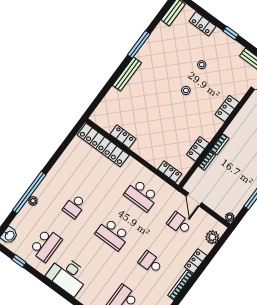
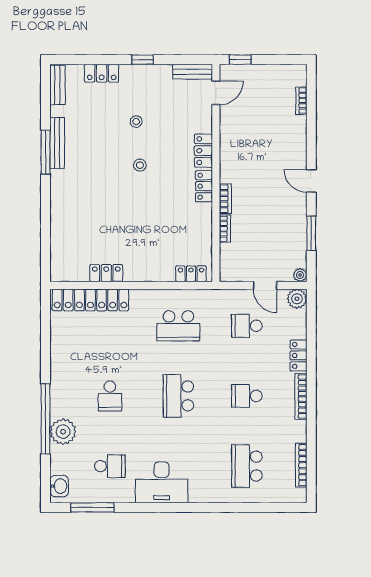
bench: (127, 74) -> (57, 143), moved
locker: (198, 149) -> (204, 186), moved
door: (194, 200) -> (265, 285), moved
plant: (33, 201) -> (63, 432), width x1.88, depth x1.88
school desk: (113, 234) -> (178, 396), turned 90
plant: (212, 237) -> (297, 299), moved
school desk: (46, 245) -> (110, 466), width x0.54
window: (19, 261) -> (92, 507), width x2.17

